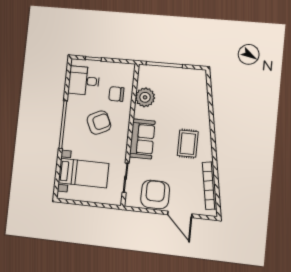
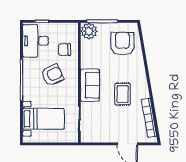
desk: (84, 81) -> (36, 41), width x1.37
plant: (145, 97) -> (89, 31), moved
rug: (188, 144) -> (123, 94), moved
armchair: (155, 194) -> (122, 44), moved

